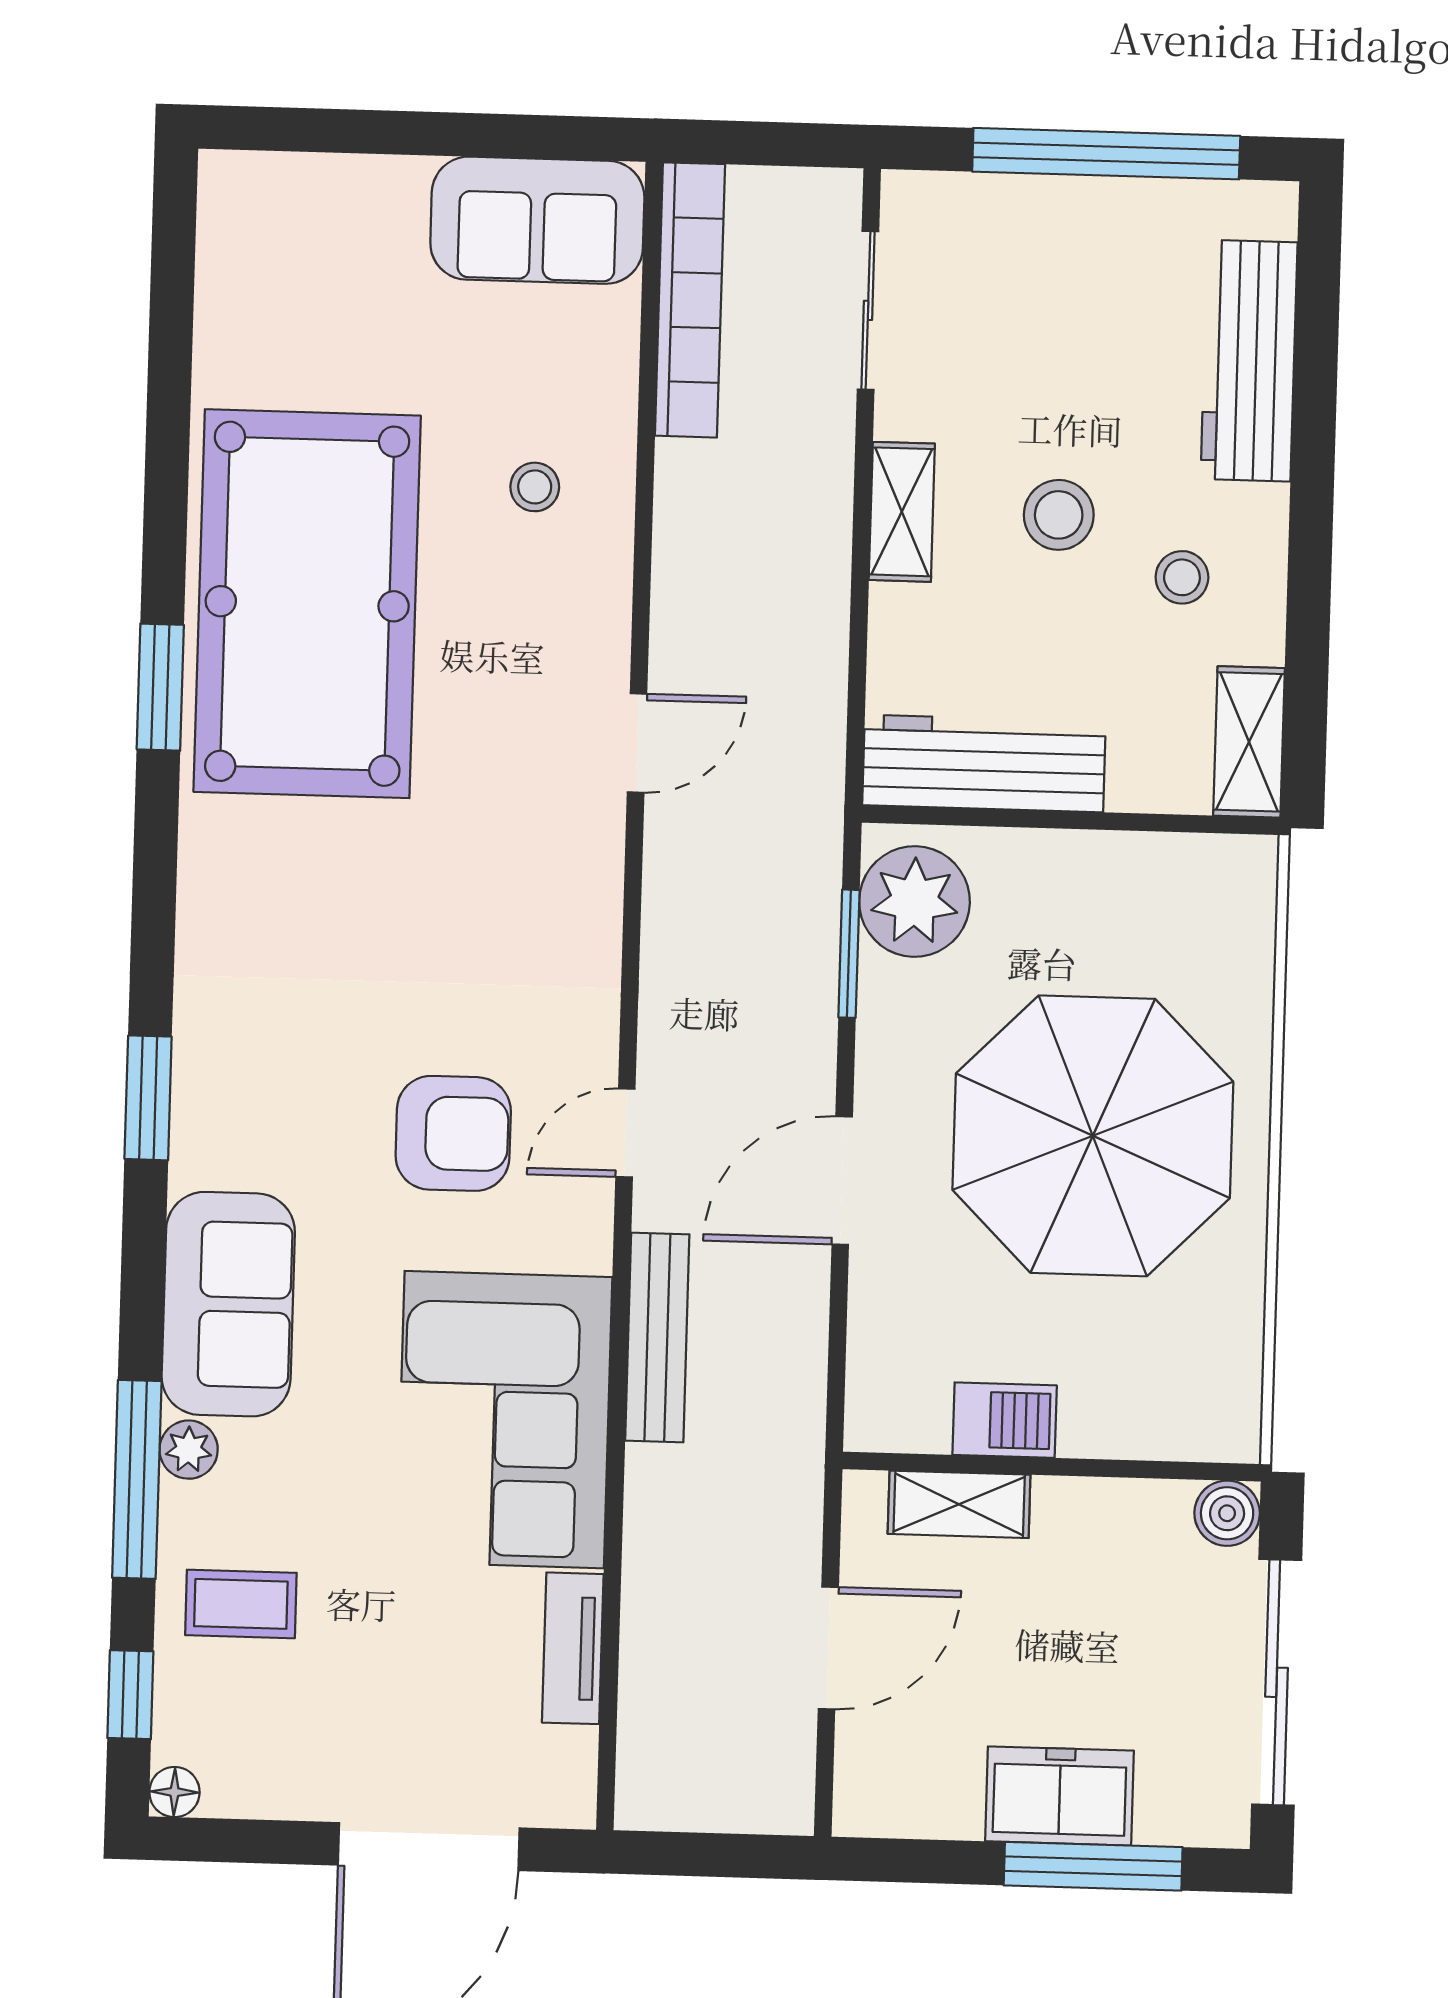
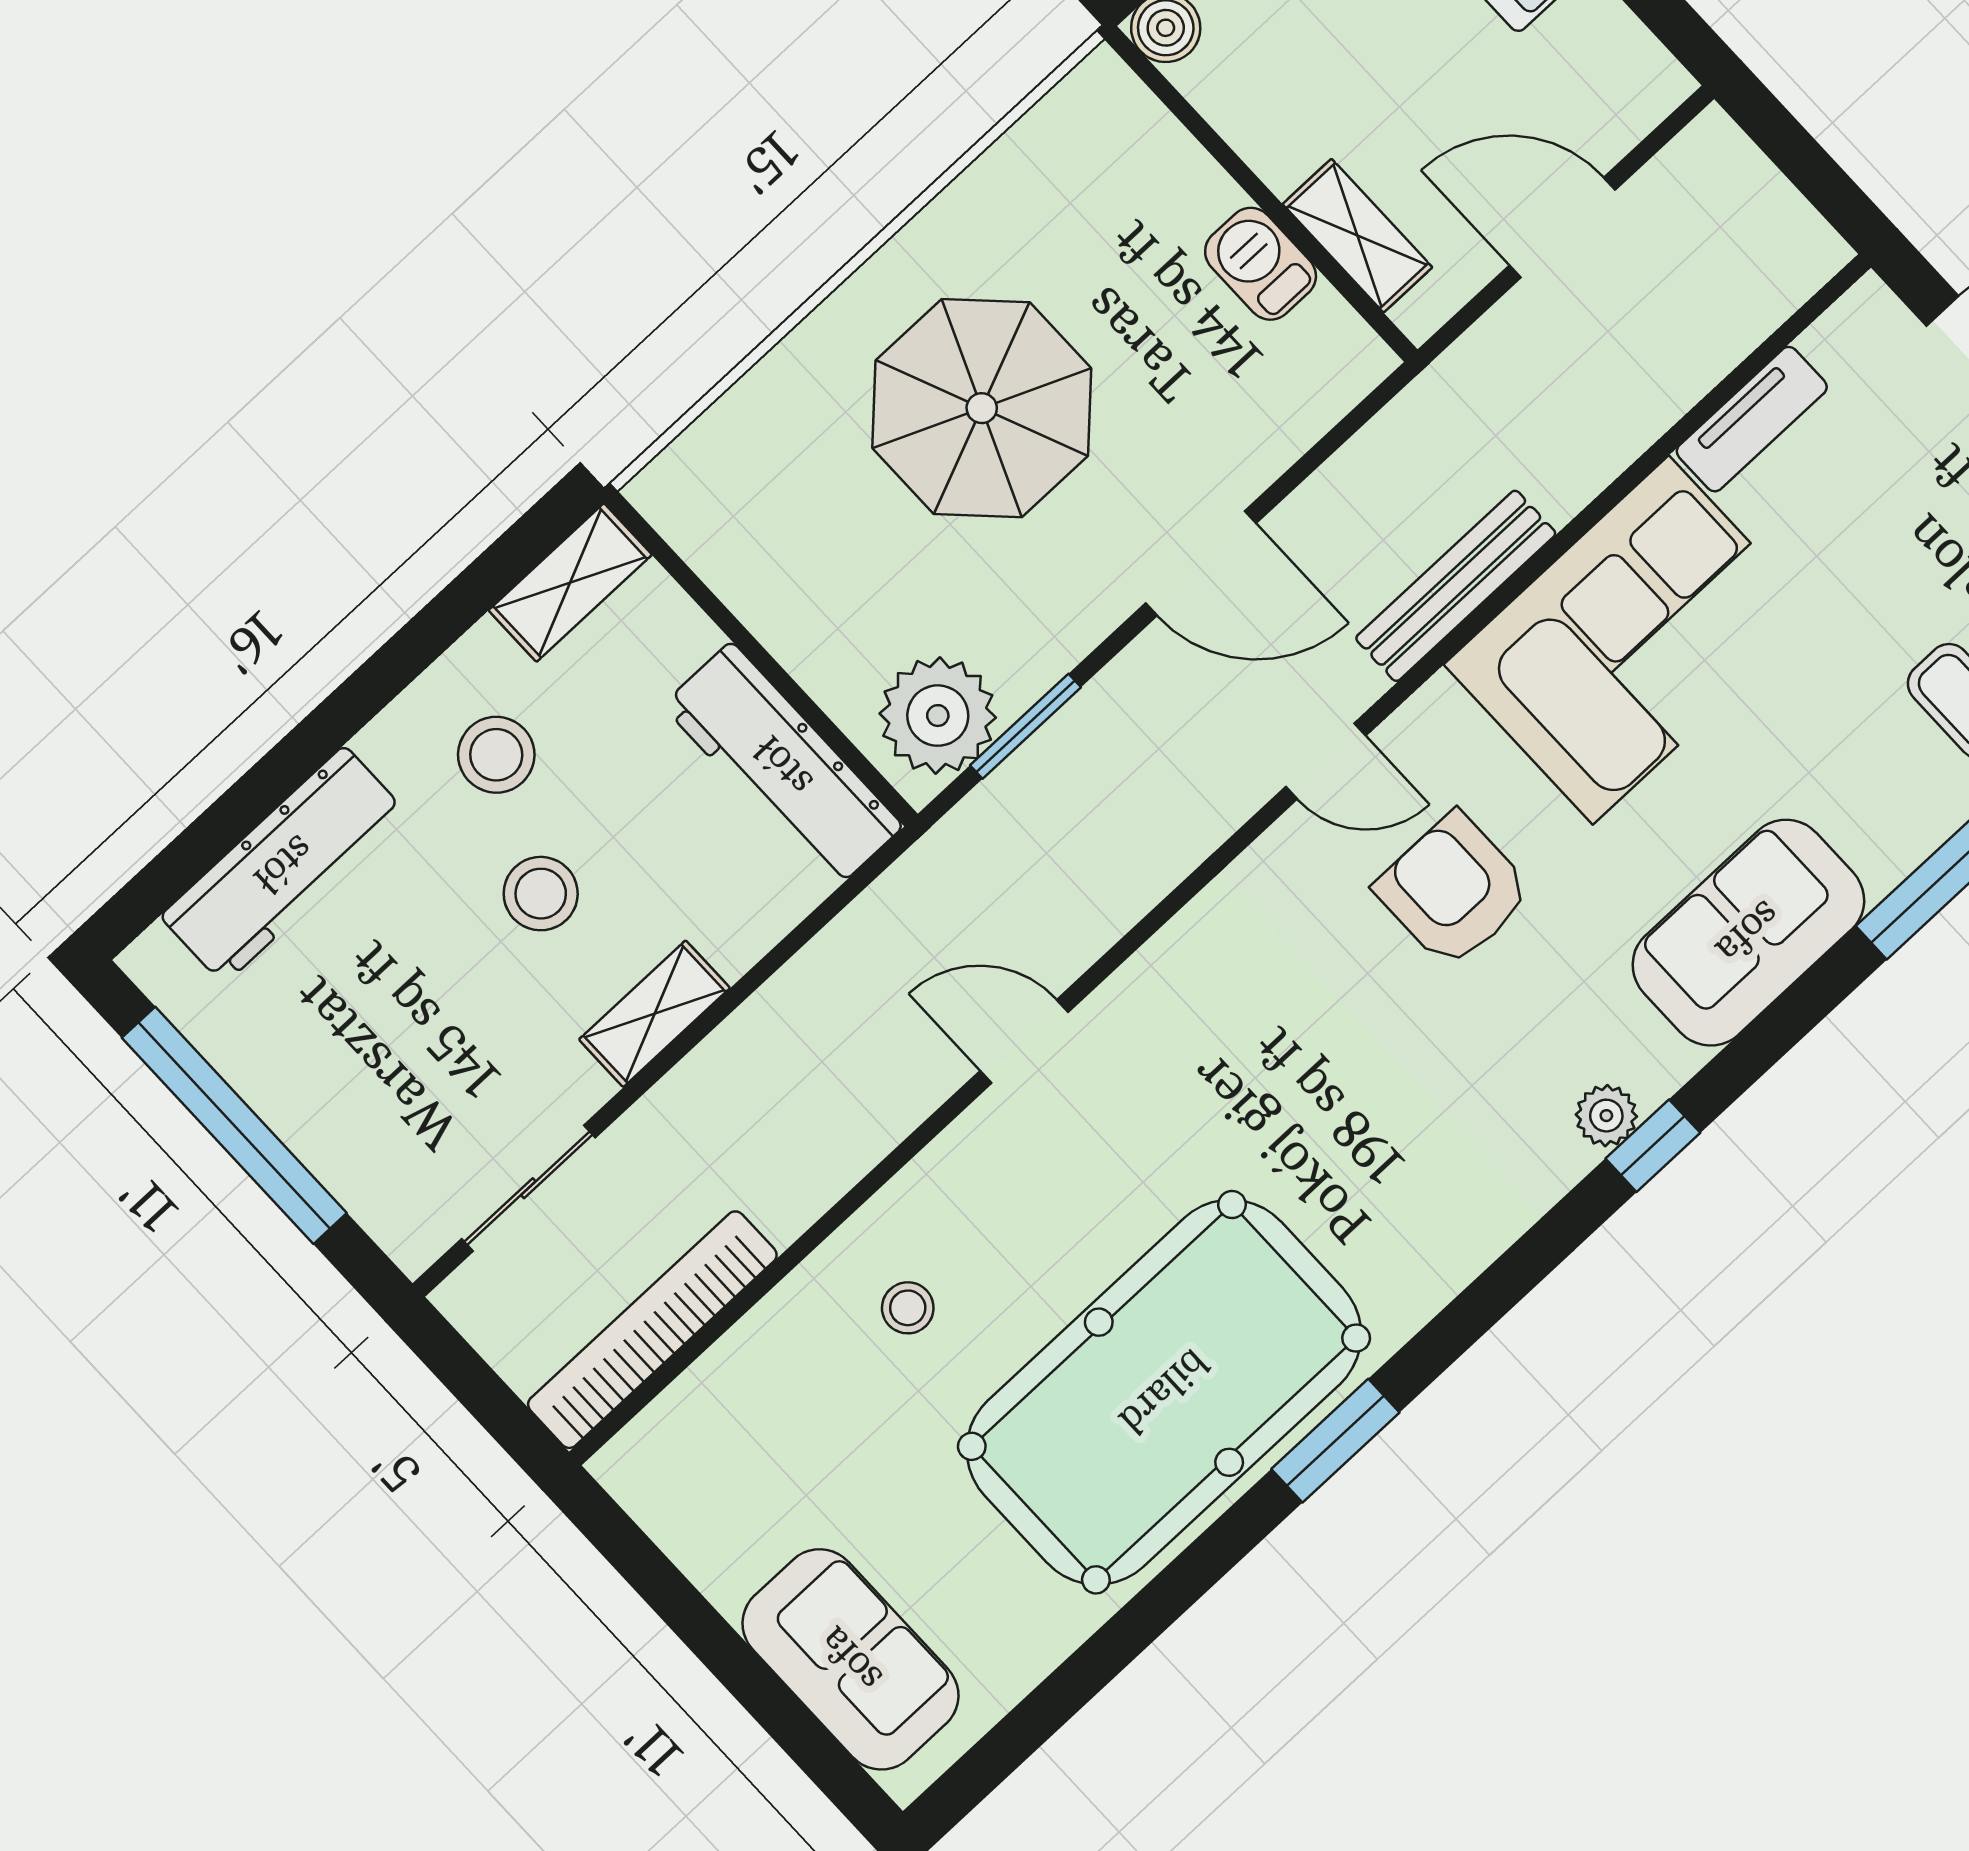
sofa: (537, 220) -> (850, 1659), moved
stool: (1182, 577) -> (496, 755), width x1.37, depth x1.37
window: (148, 1098) -> (1653, 1146), width x0.67
parasol: (1093, 1136) -> (982, 408), width x0.73, depth x0.73
plant: (189, 1450) -> (1606, 1116), moved

